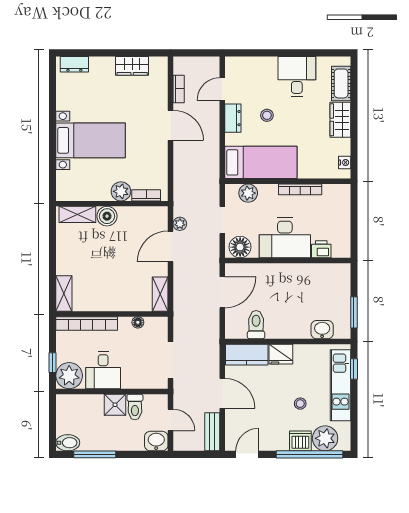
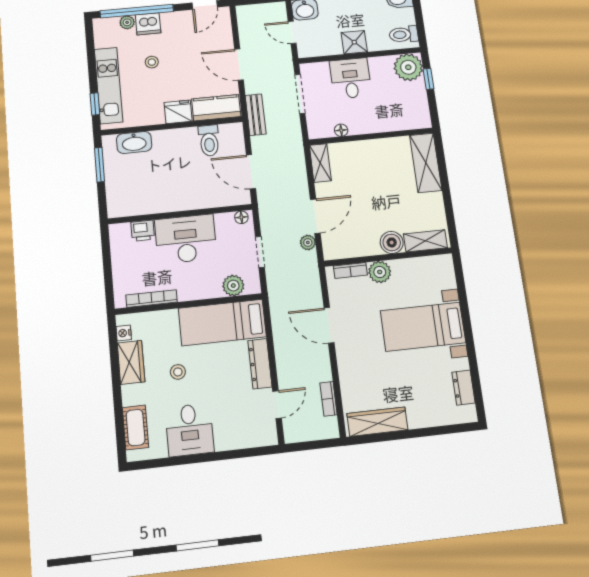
dresser: (74, 64) -> (463, 388), moved, turned -90
wardrobe: (132, 66) -> (377, 422), width x1.50
stool: (267, 115) -> (178, 372), moved
dresser: (233, 118) -> (260, 364), width x1.44
wardrobe: (340, 120) -> (131, 362), moved
door: (170, 125) -> (329, 325), moved
bookcase: (300, 189) -> (152, 299), moved
floor lamp: (240, 247) -> (241, 217), width x0.53, depth x0.53
door: (222, 292) -> (251, 172), hinge flipped
shelving: (64, 294) -> (426, 163), width x1.50, depth x1.33
bookcase: (87, 323) -> (397, 123), removed
washbasin: (322, 330) -> (134, 142), width x1.38
desk: (103, 370) -> (351, 78), moved
toilet: (135, 407) -> (404, 34), moved, turned -90
bench: (212, 432) -> (256, 115), moved
plant: (325, 438) -> (127, 22), width x0.53, depth x0.53

